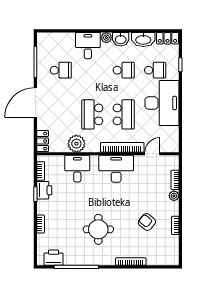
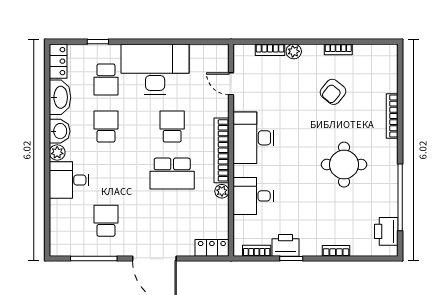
school desk: (155, 70) -> (106, 80), turned 180
school desk: (124, 114) -> (172, 127), width x0.54
plant: (76, 144) -> (222, 191), width x0.53, depth x0.53
bookcase: (122, 147) -> (221, 150), moved

